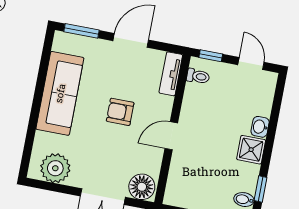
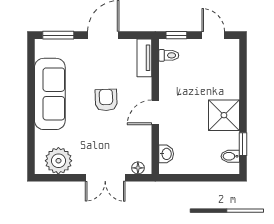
armchair: (120, 112) -> (106, 100), turned 88
washbasin: (260, 127) -> (166, 154), moved, turned 180
shower: (251, 150) -> (224, 115), width x1.36, depth x1.36
floor lamp: (142, 187) -> (138, 168), width x0.53, depth x0.53

